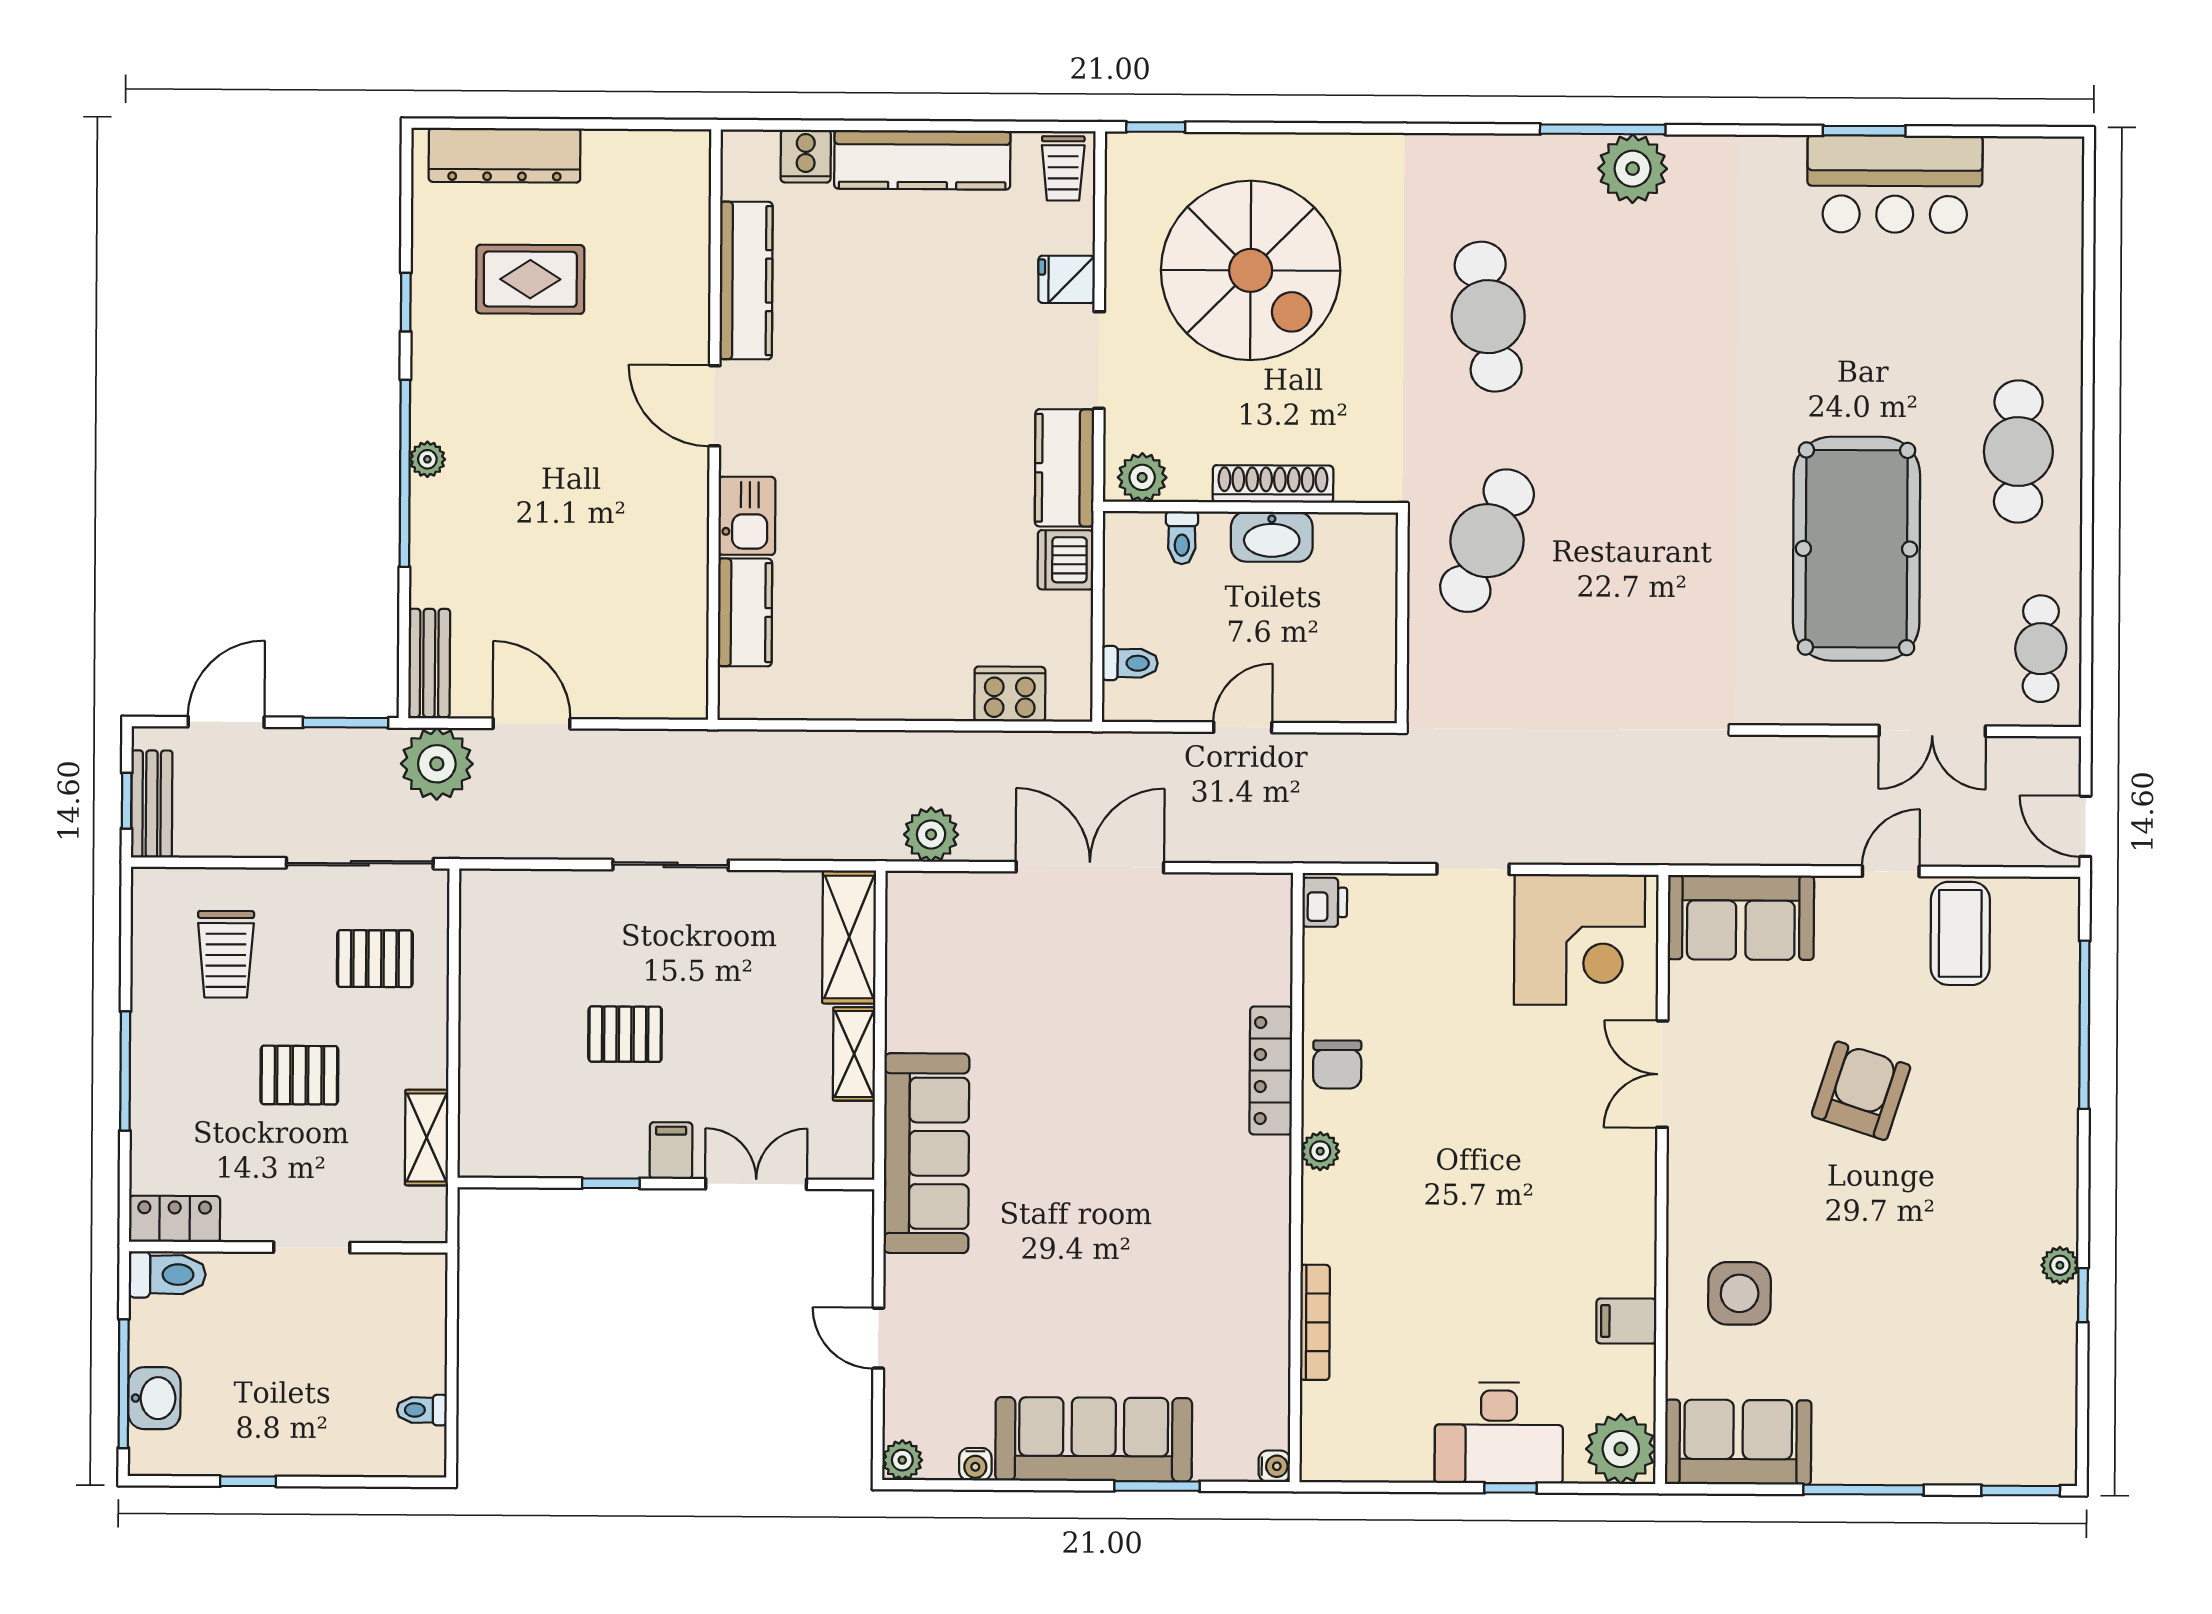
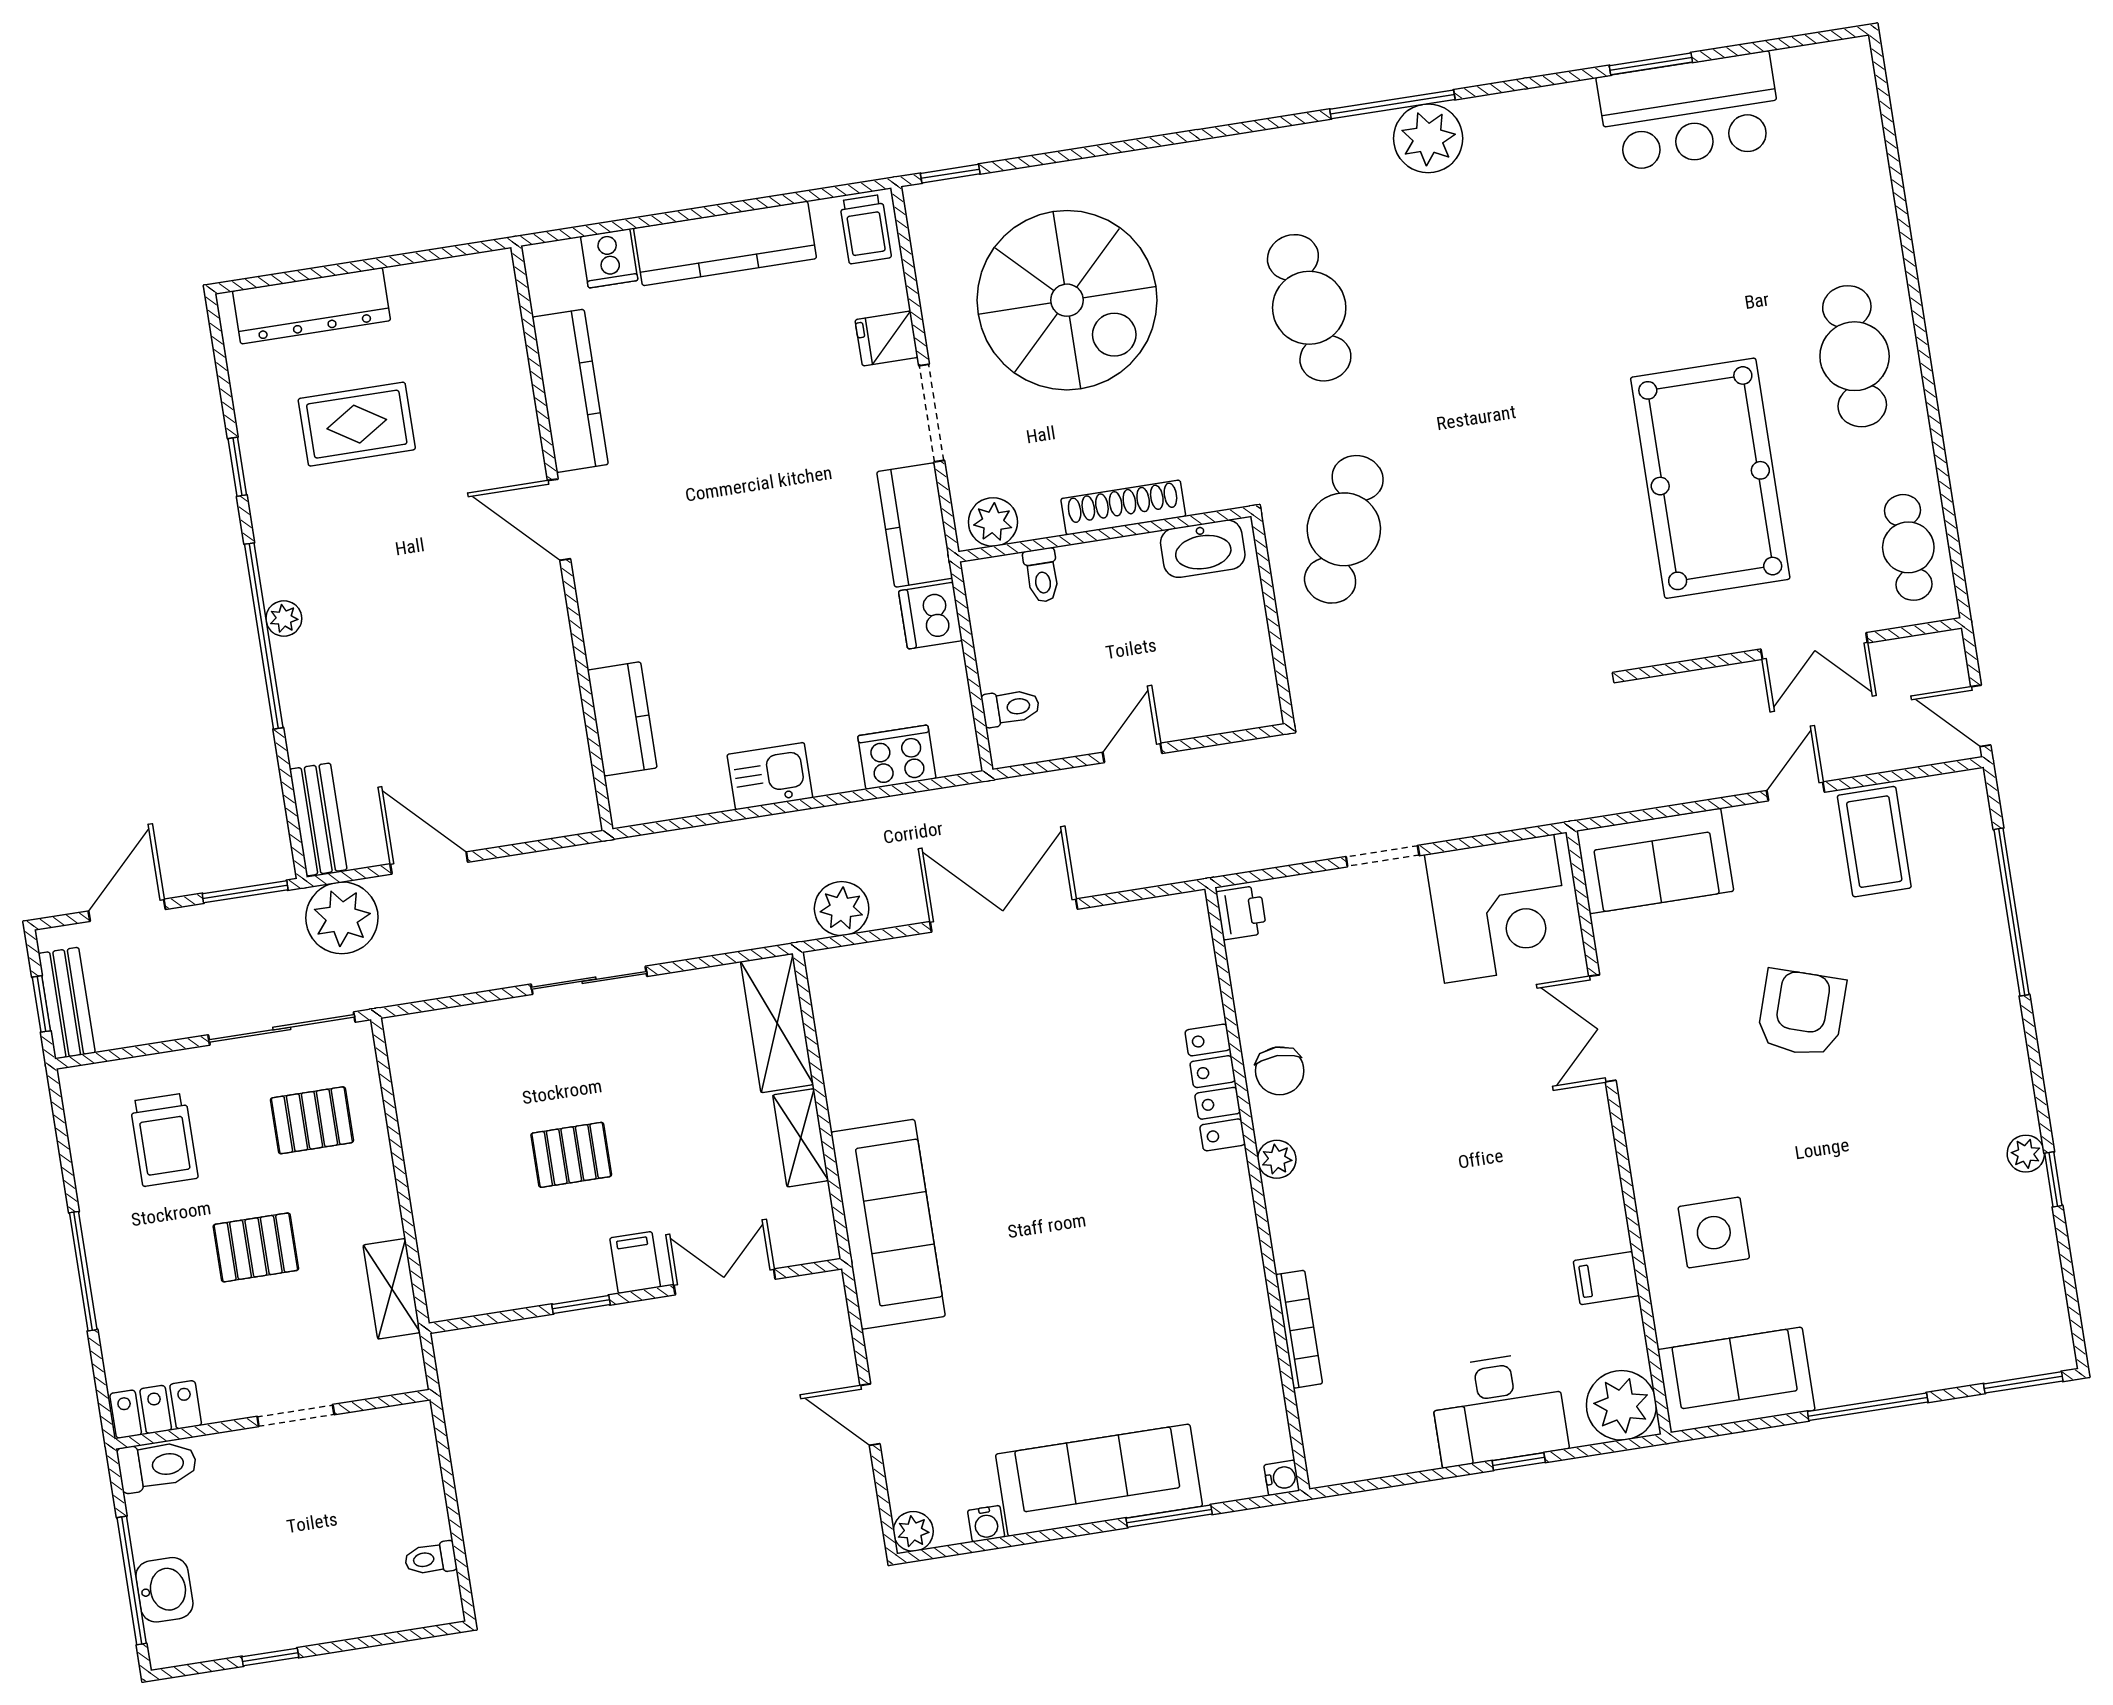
kitchen sink: (747, 516) -> (770, 776), moved, turned -90
washbasin: (1272, 537) -> (1203, 549), moved

